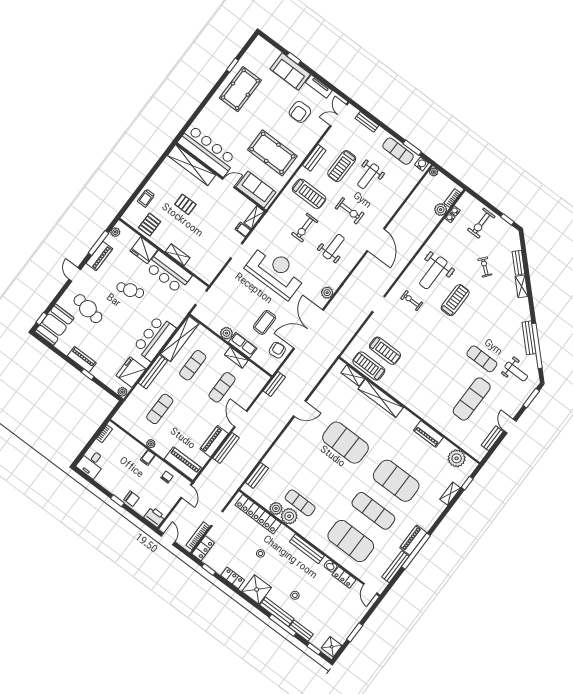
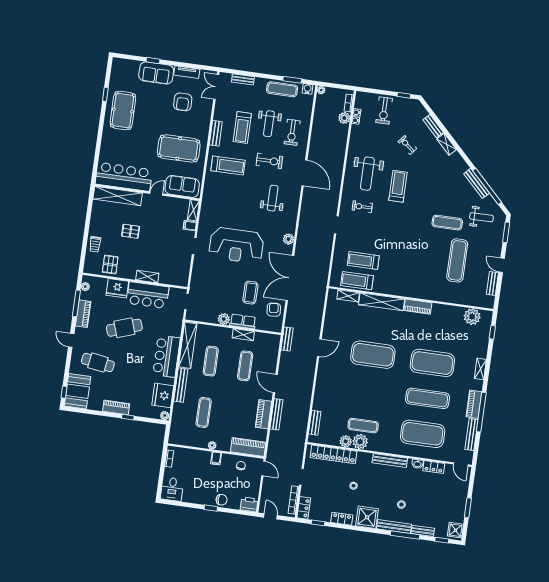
exercise bike: (305, 228) -> (292, 132), moved
reception desk: (276, 272) -> (236, 245), turned 180
cafe table: (130, 290) -> (124, 328), width x1.37, depth x1.35
treadmill: (385, 351) -> (363, 260), turned 180
piano: (428, 434) -> (418, 307), moved
shelving: (450, 494) -> (480, 369), moved

